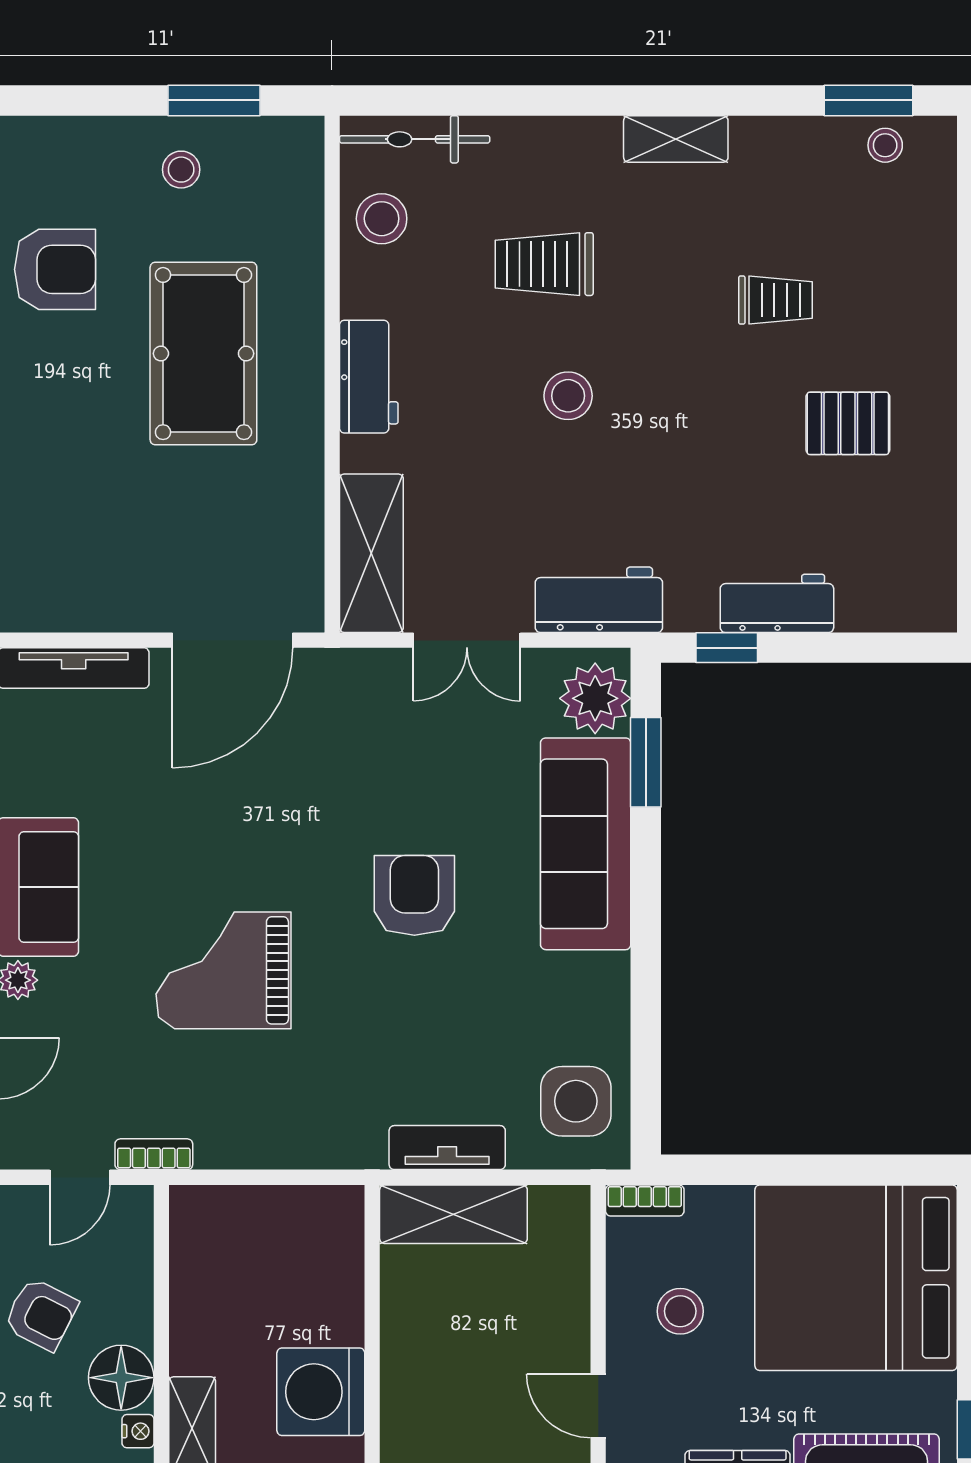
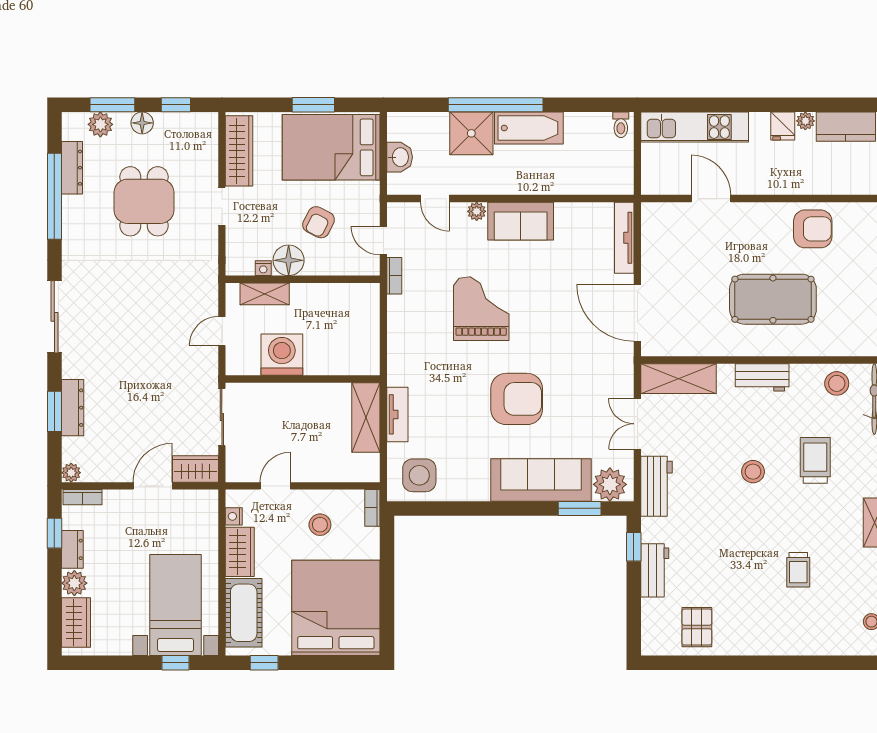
stool: (181, 170) -> (860, 289), removed
armchair: (55, 269) -> (813, 229), turned -90
pallet: (848, 423) -> (697, 627), moved
armchair: (414, 895) -> (517, 399), width x1.36, depth x1.36

